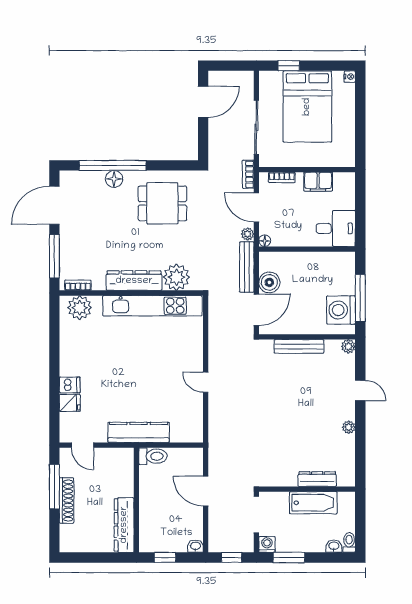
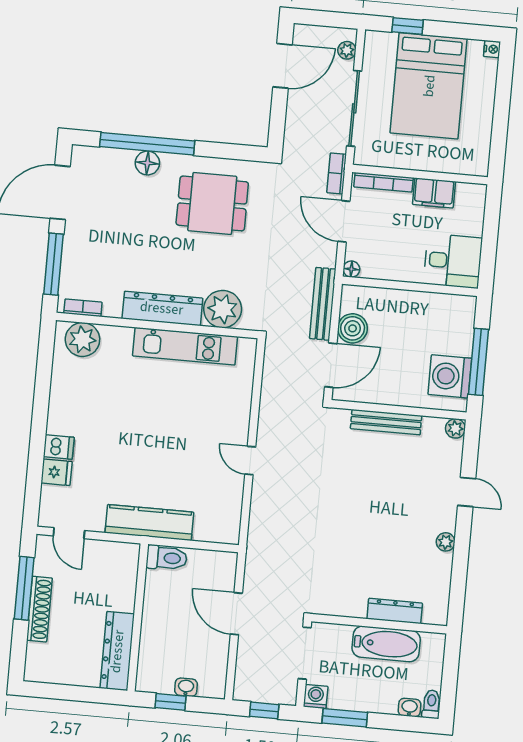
bookcase: (282, 177) -> (383, 182), width x1.56
plant: (248, 234) -> (347, 50), moved
kitchen unit: (152, 306) -> (185, 346), width x0.73
washbasin: (195, 546) -> (186, 687), moved

